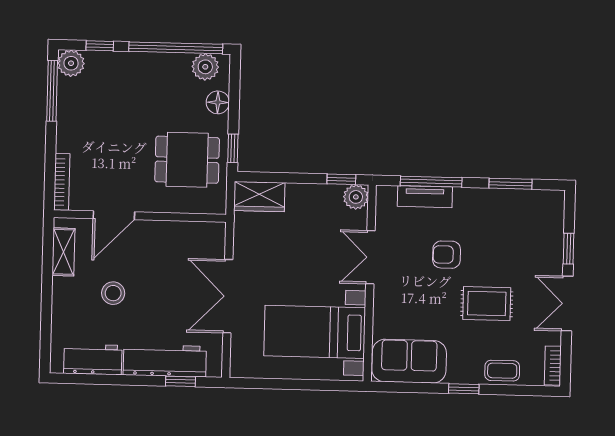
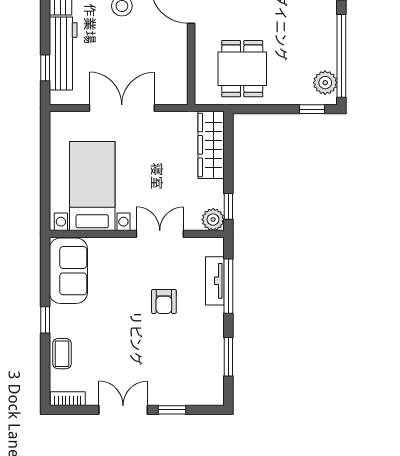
floor lamp: (218, 102) -> (294, 95), removed
window: (233, 148) -> (312, 109), moved
wardrobe: (259, 197) -> (211, 145), width x1.50
armchair: (447, 255) -> (164, 301), turned 180
rug: (487, 304) -> (121, 338), removed

